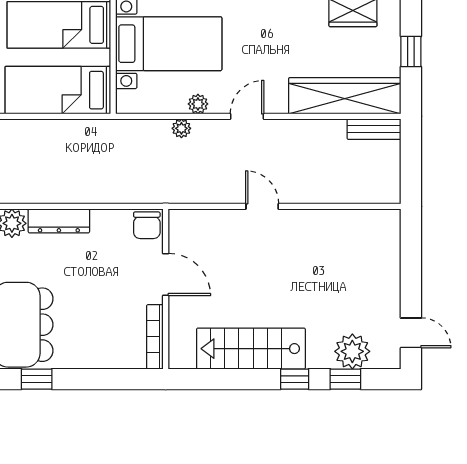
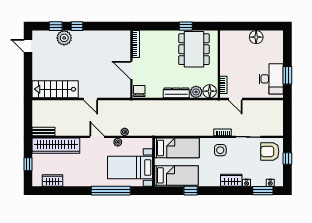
door: (247, 116) -> (97, 137), swing flipped
stairs: (251, 349) -> (55, 89), moved, turned 180
plant: (352, 351) -> (64, 38), moved

